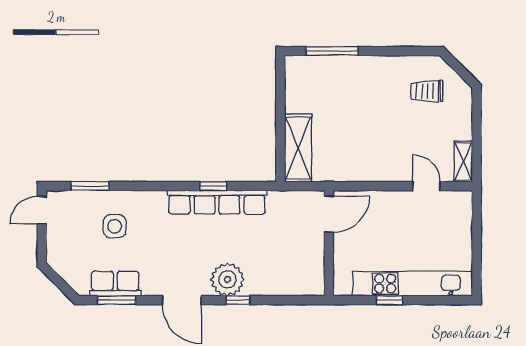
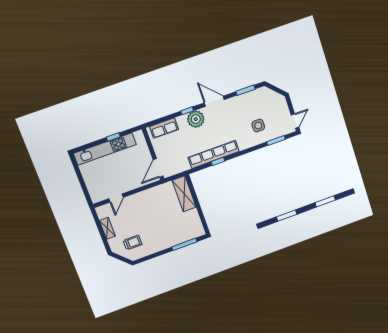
shelving: (463, 162) -> (107, 228), moved
door: (426, 186) -> (116, 198), hinge flipped
row of seats: (115, 284) -> (164, 128), moved

